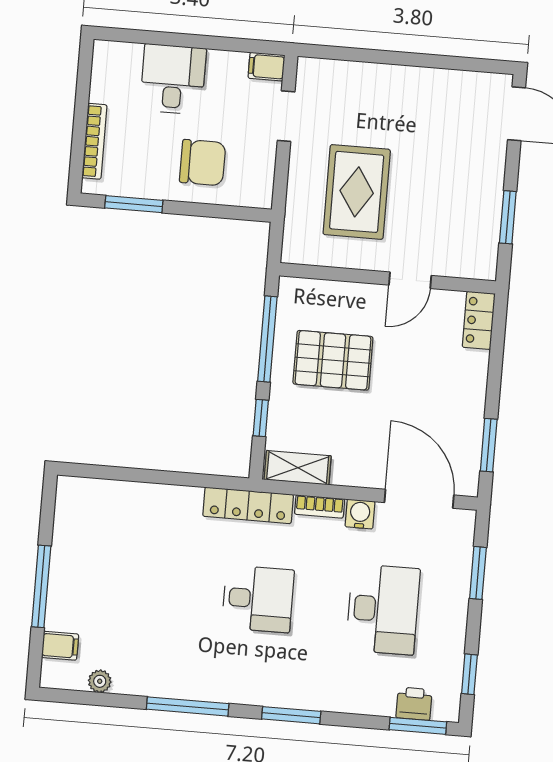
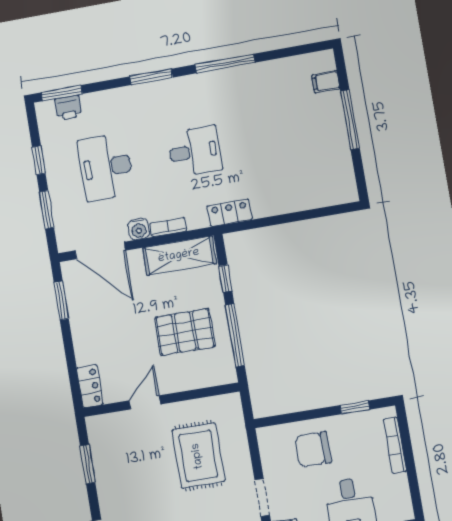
window: (134, 204) -> (355, 407), width x0.67
shelving: (298, 468) -> (179, 256), width x1.50, depth x1.33
locker: (248, 505) -> (230, 213), width x0.66
desk: (258, 599) -> (195, 151), turned 180
window: (469, 674) -> (39, 160), moved
plant: (100, 681) -> (291, 64), removed

